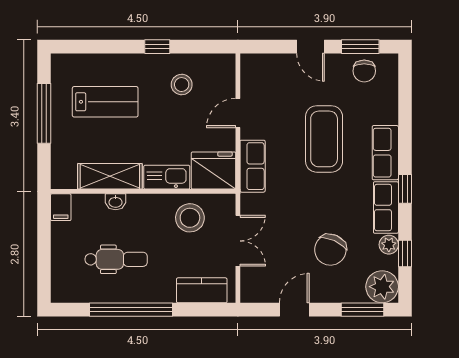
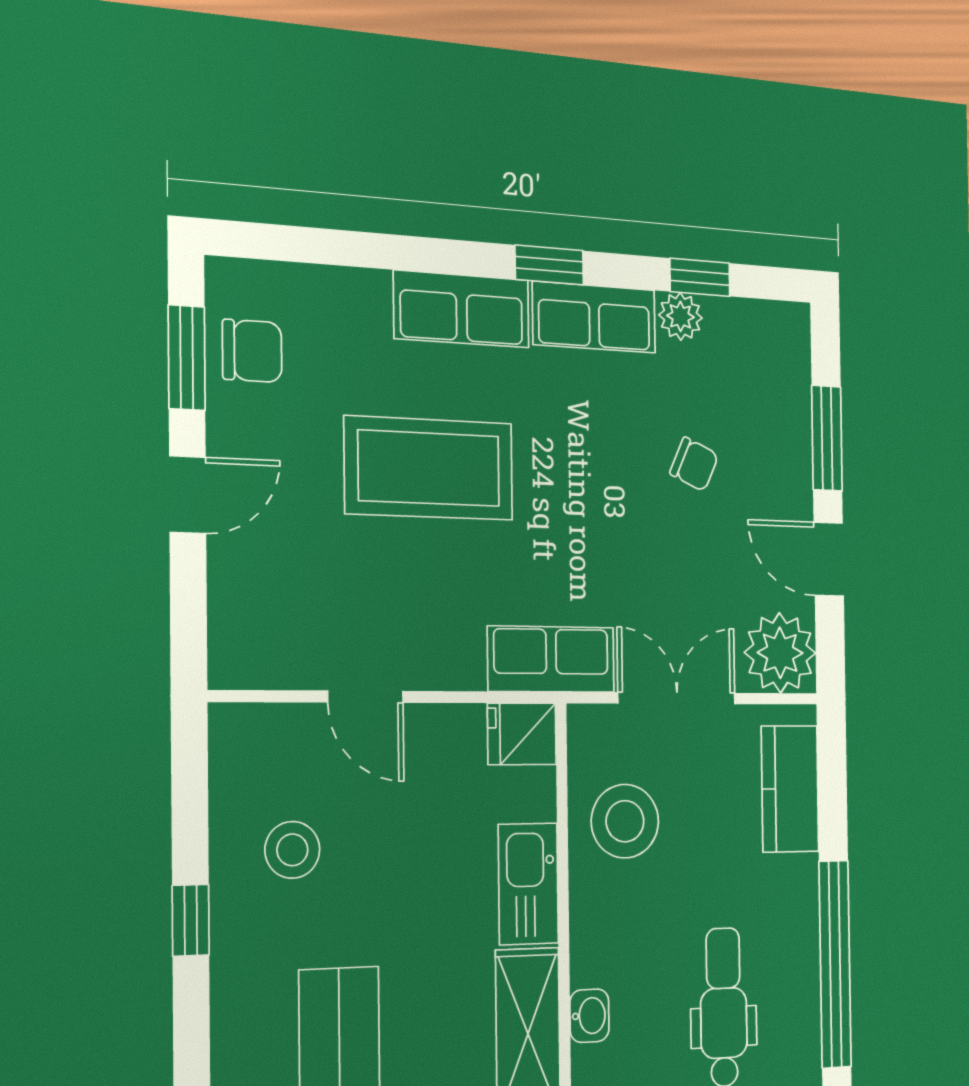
row of seats: (253, 166) -> (551, 659), moved
fridge: (214, 171) -> (522, 734), width x0.53, depth x0.75
chair: (330, 250) -> (694, 464), width x0.54, depth x0.54
plant: (382, 287) -> (780, 653), moved
window: (362, 310) -> (827, 438), moved

